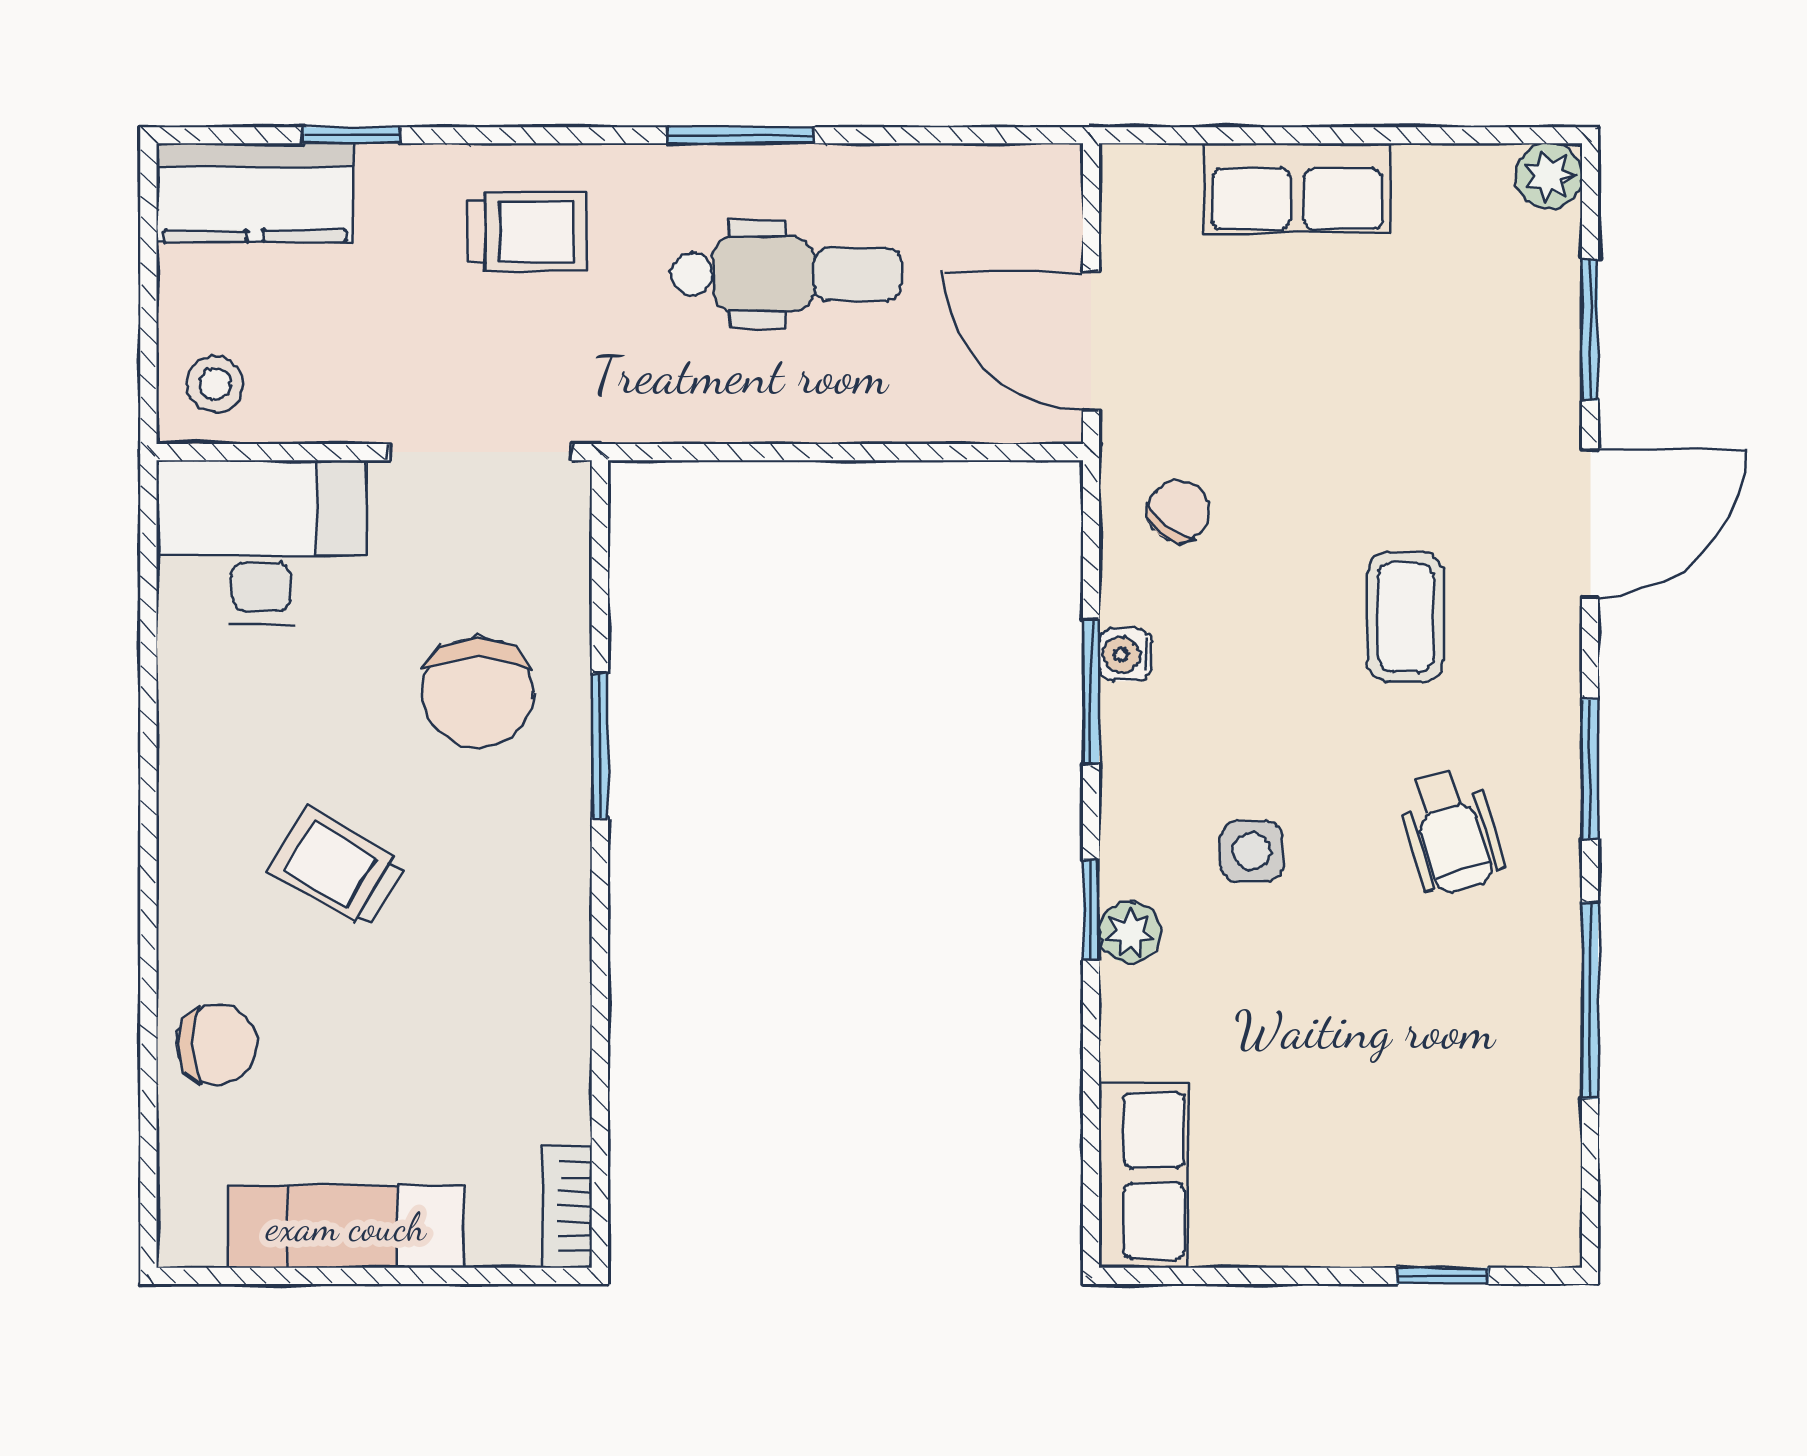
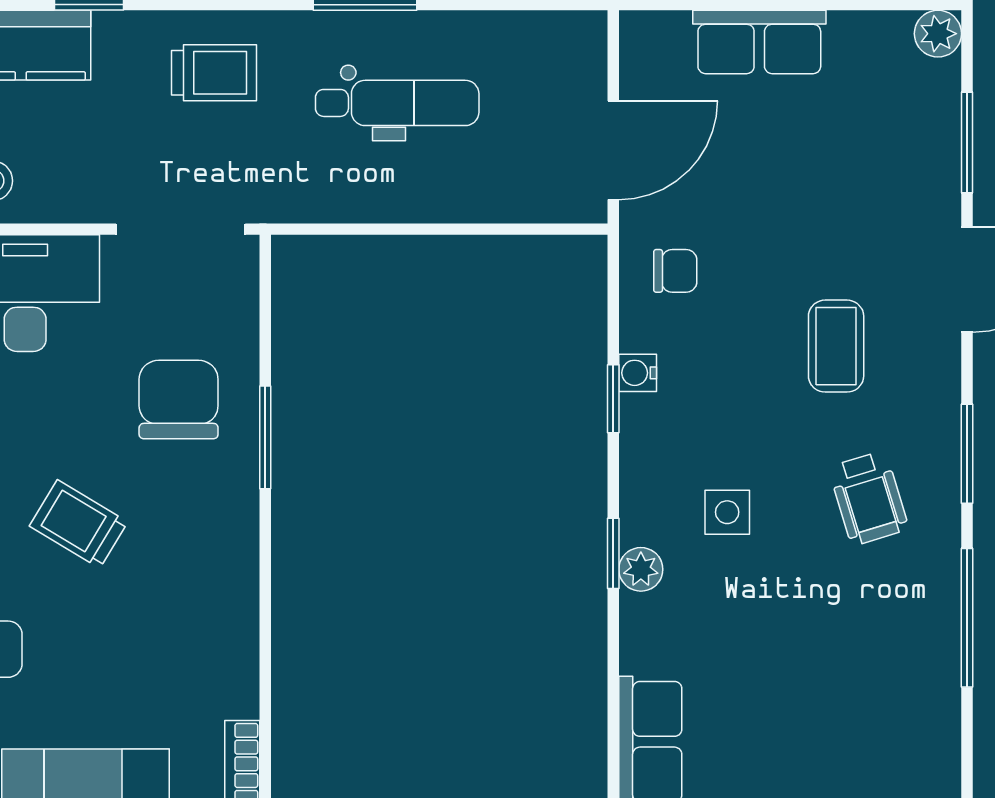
door: (1091, 341) -> (613, 150), swing flipped
chair: (1178, 511) -> (675, 271), turned 52
window: (1091, 691) -> (613, 399), width x0.67
chair: (478, 693) -> (179, 400), turned 180

